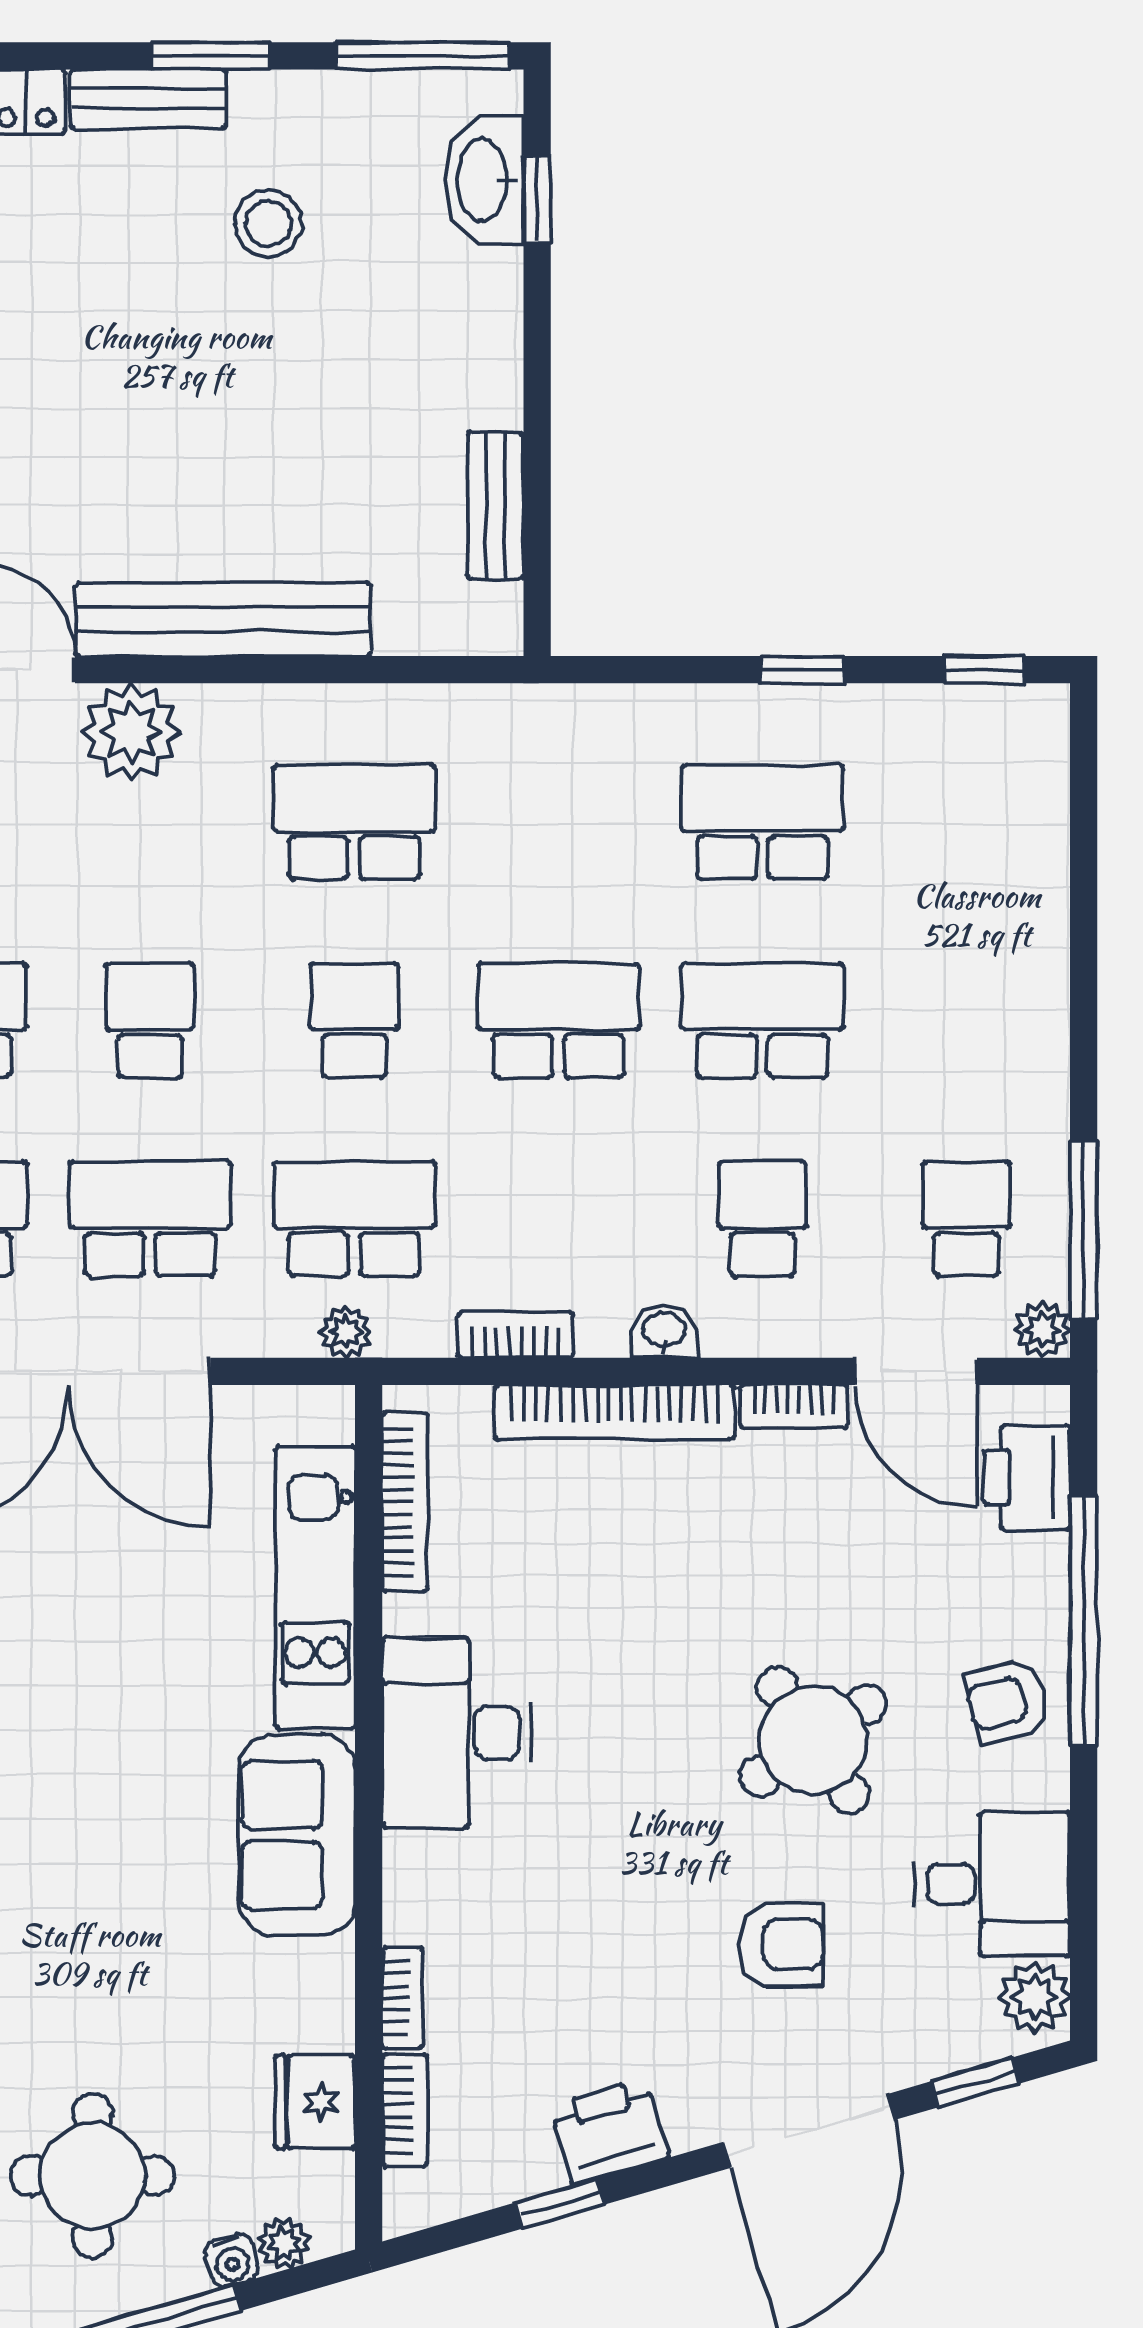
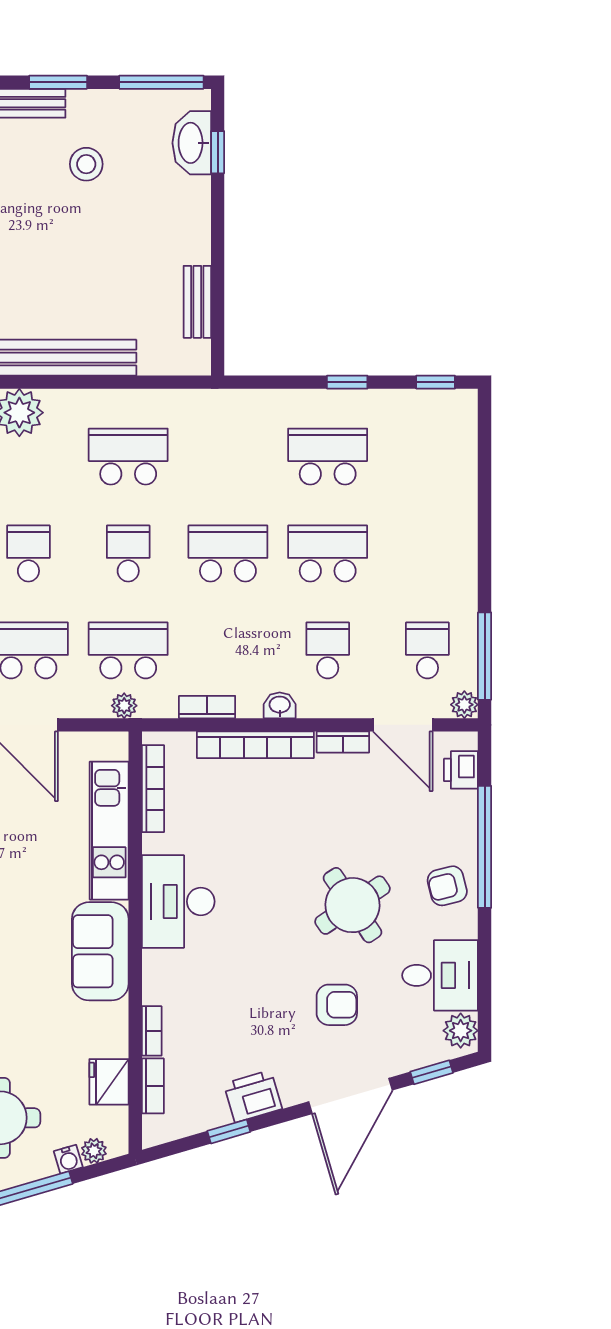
printer: (1027, 1477) -> (461, 770), width x0.73, depth x0.81

